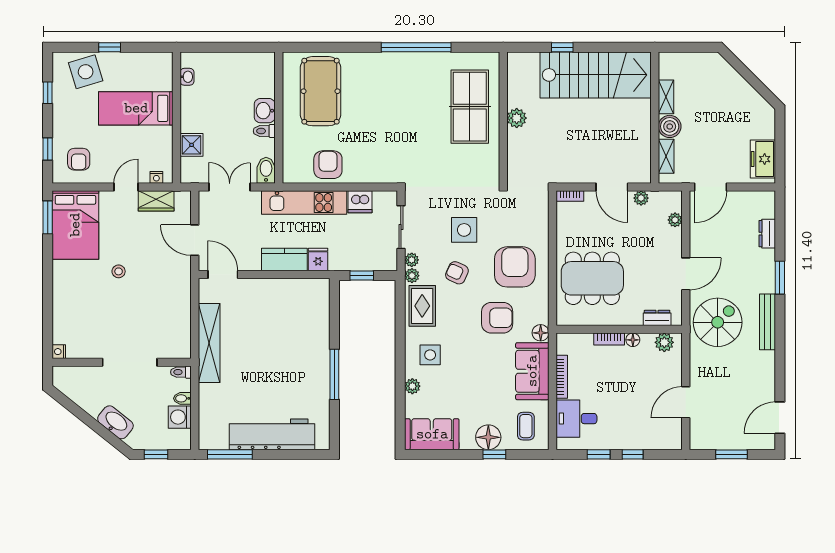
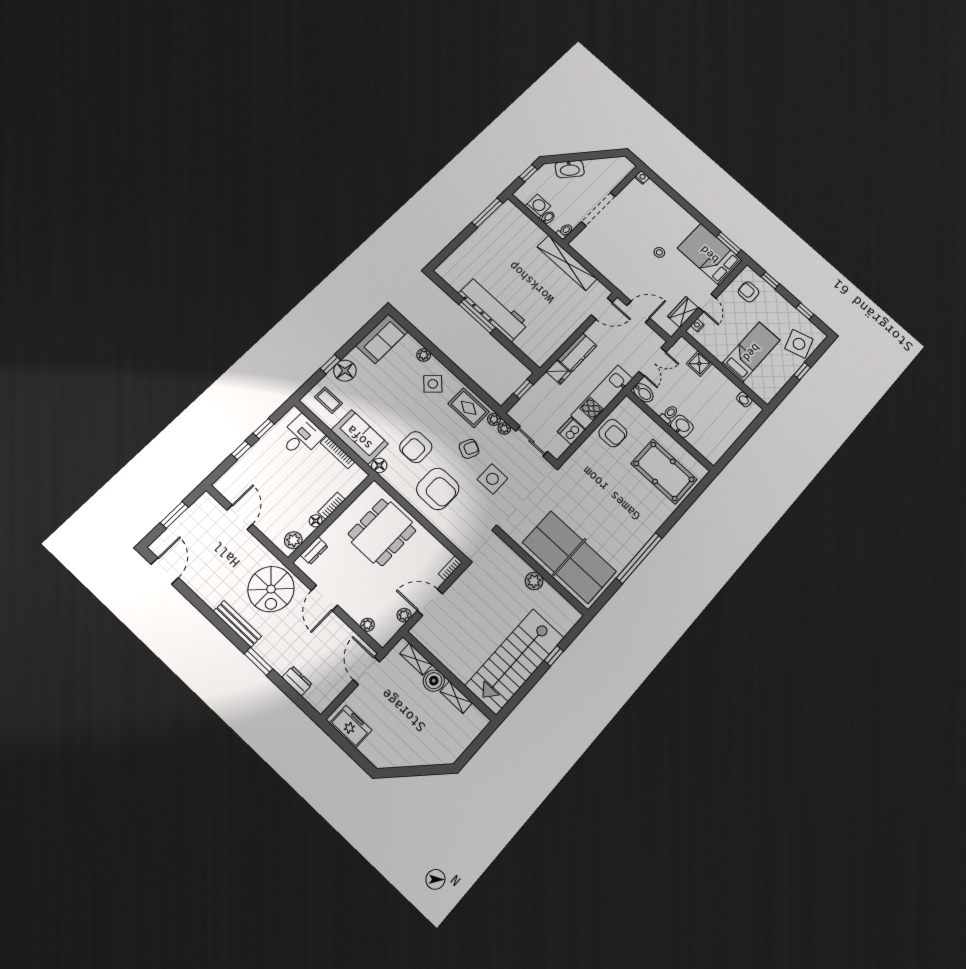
table tennis table: (470, 107) -> (569, 557), width x1.36, depth x1.32
side table: (430, 355) -> (433, 384), turned 45
workbench: (272, 434) -> (493, 309), moved, turned -90

